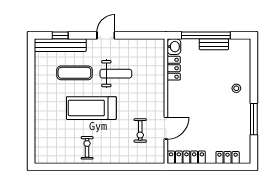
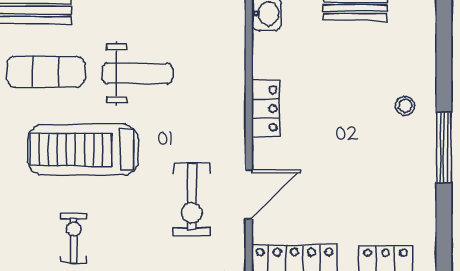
locker: (174, 68) -> (266, 108), moved
window: (254, 119) -> (444, 148), moved
exercise bike: (140, 131) -> (192, 200), width x1.38, depth x1.39

